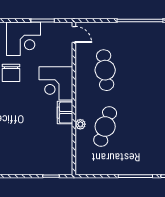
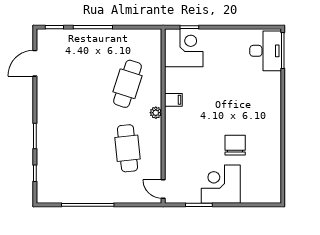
corner desk: (56, 83) -> (184, 48), moved
filing cabinet: (65, 113) -> (173, 100), width x0.50
plant: (80, 124) -> (156, 113), moved

